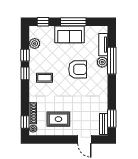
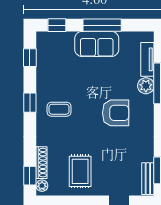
plant: (35, 43) -> (44, 58), removed
window: (25, 55) -> (30, 58), moved
armchair: (78, 69) -> (116, 113), moved
rug: (58, 119) -> (80, 171), turned 90

